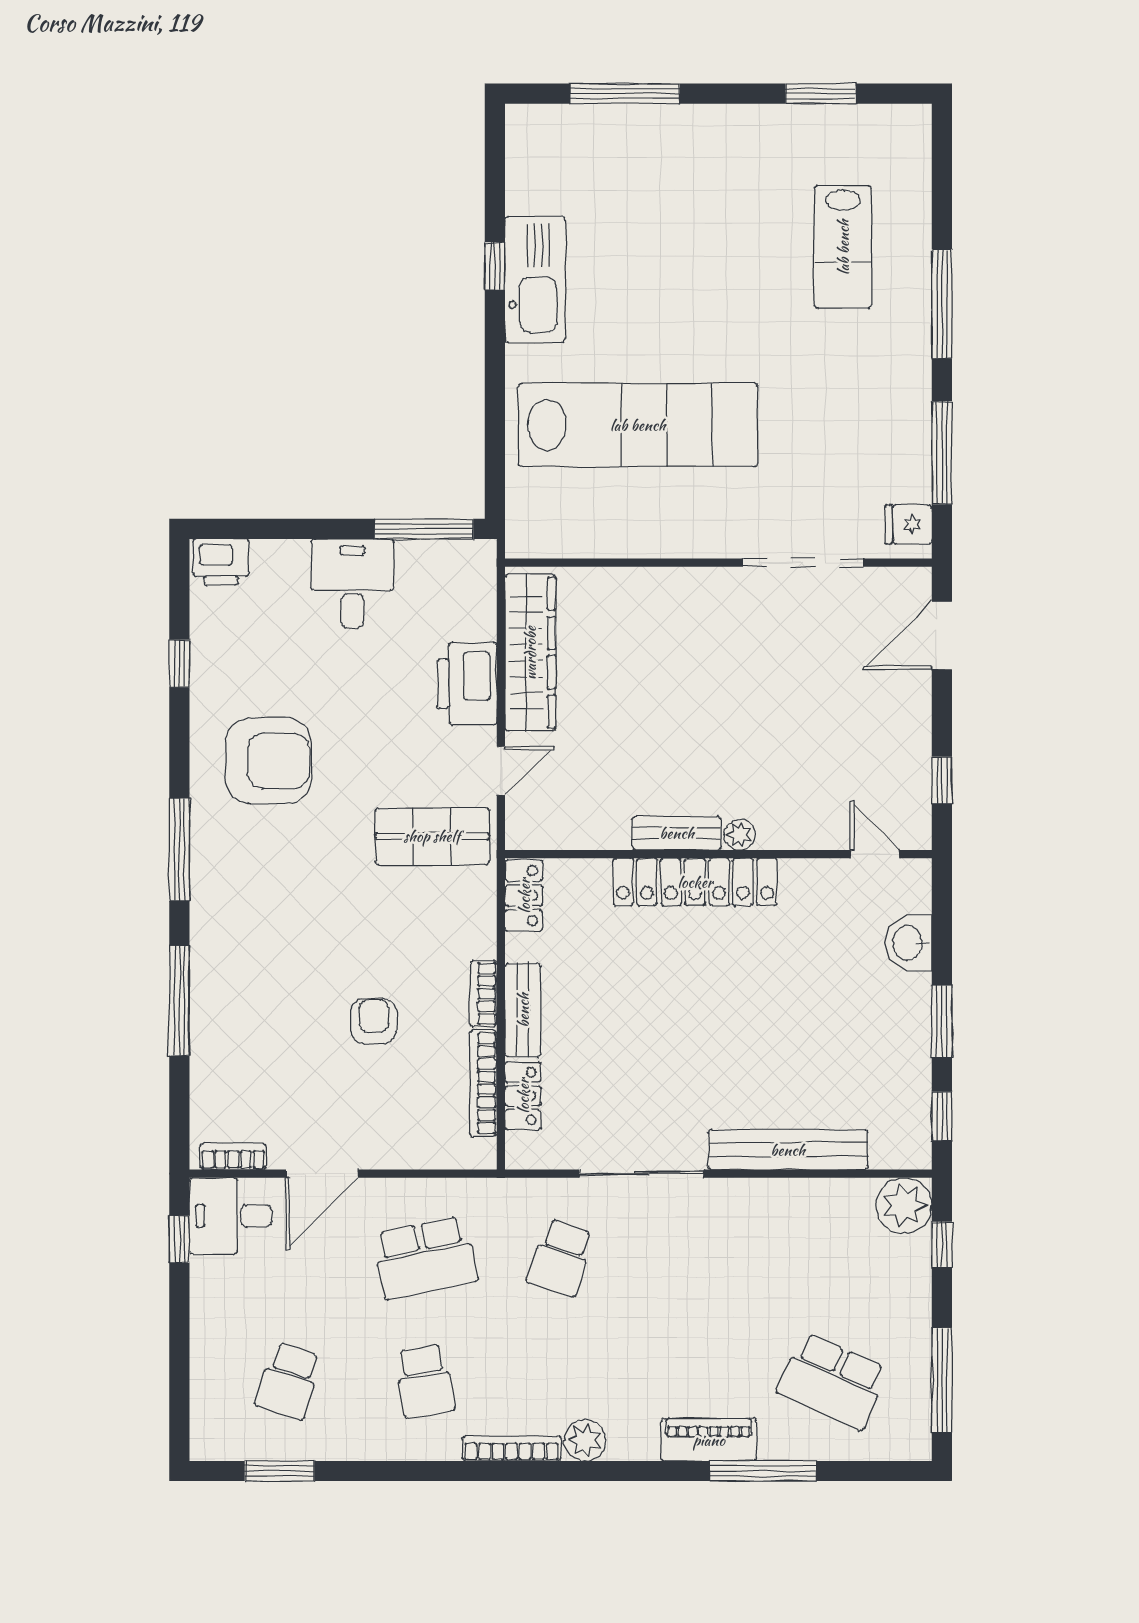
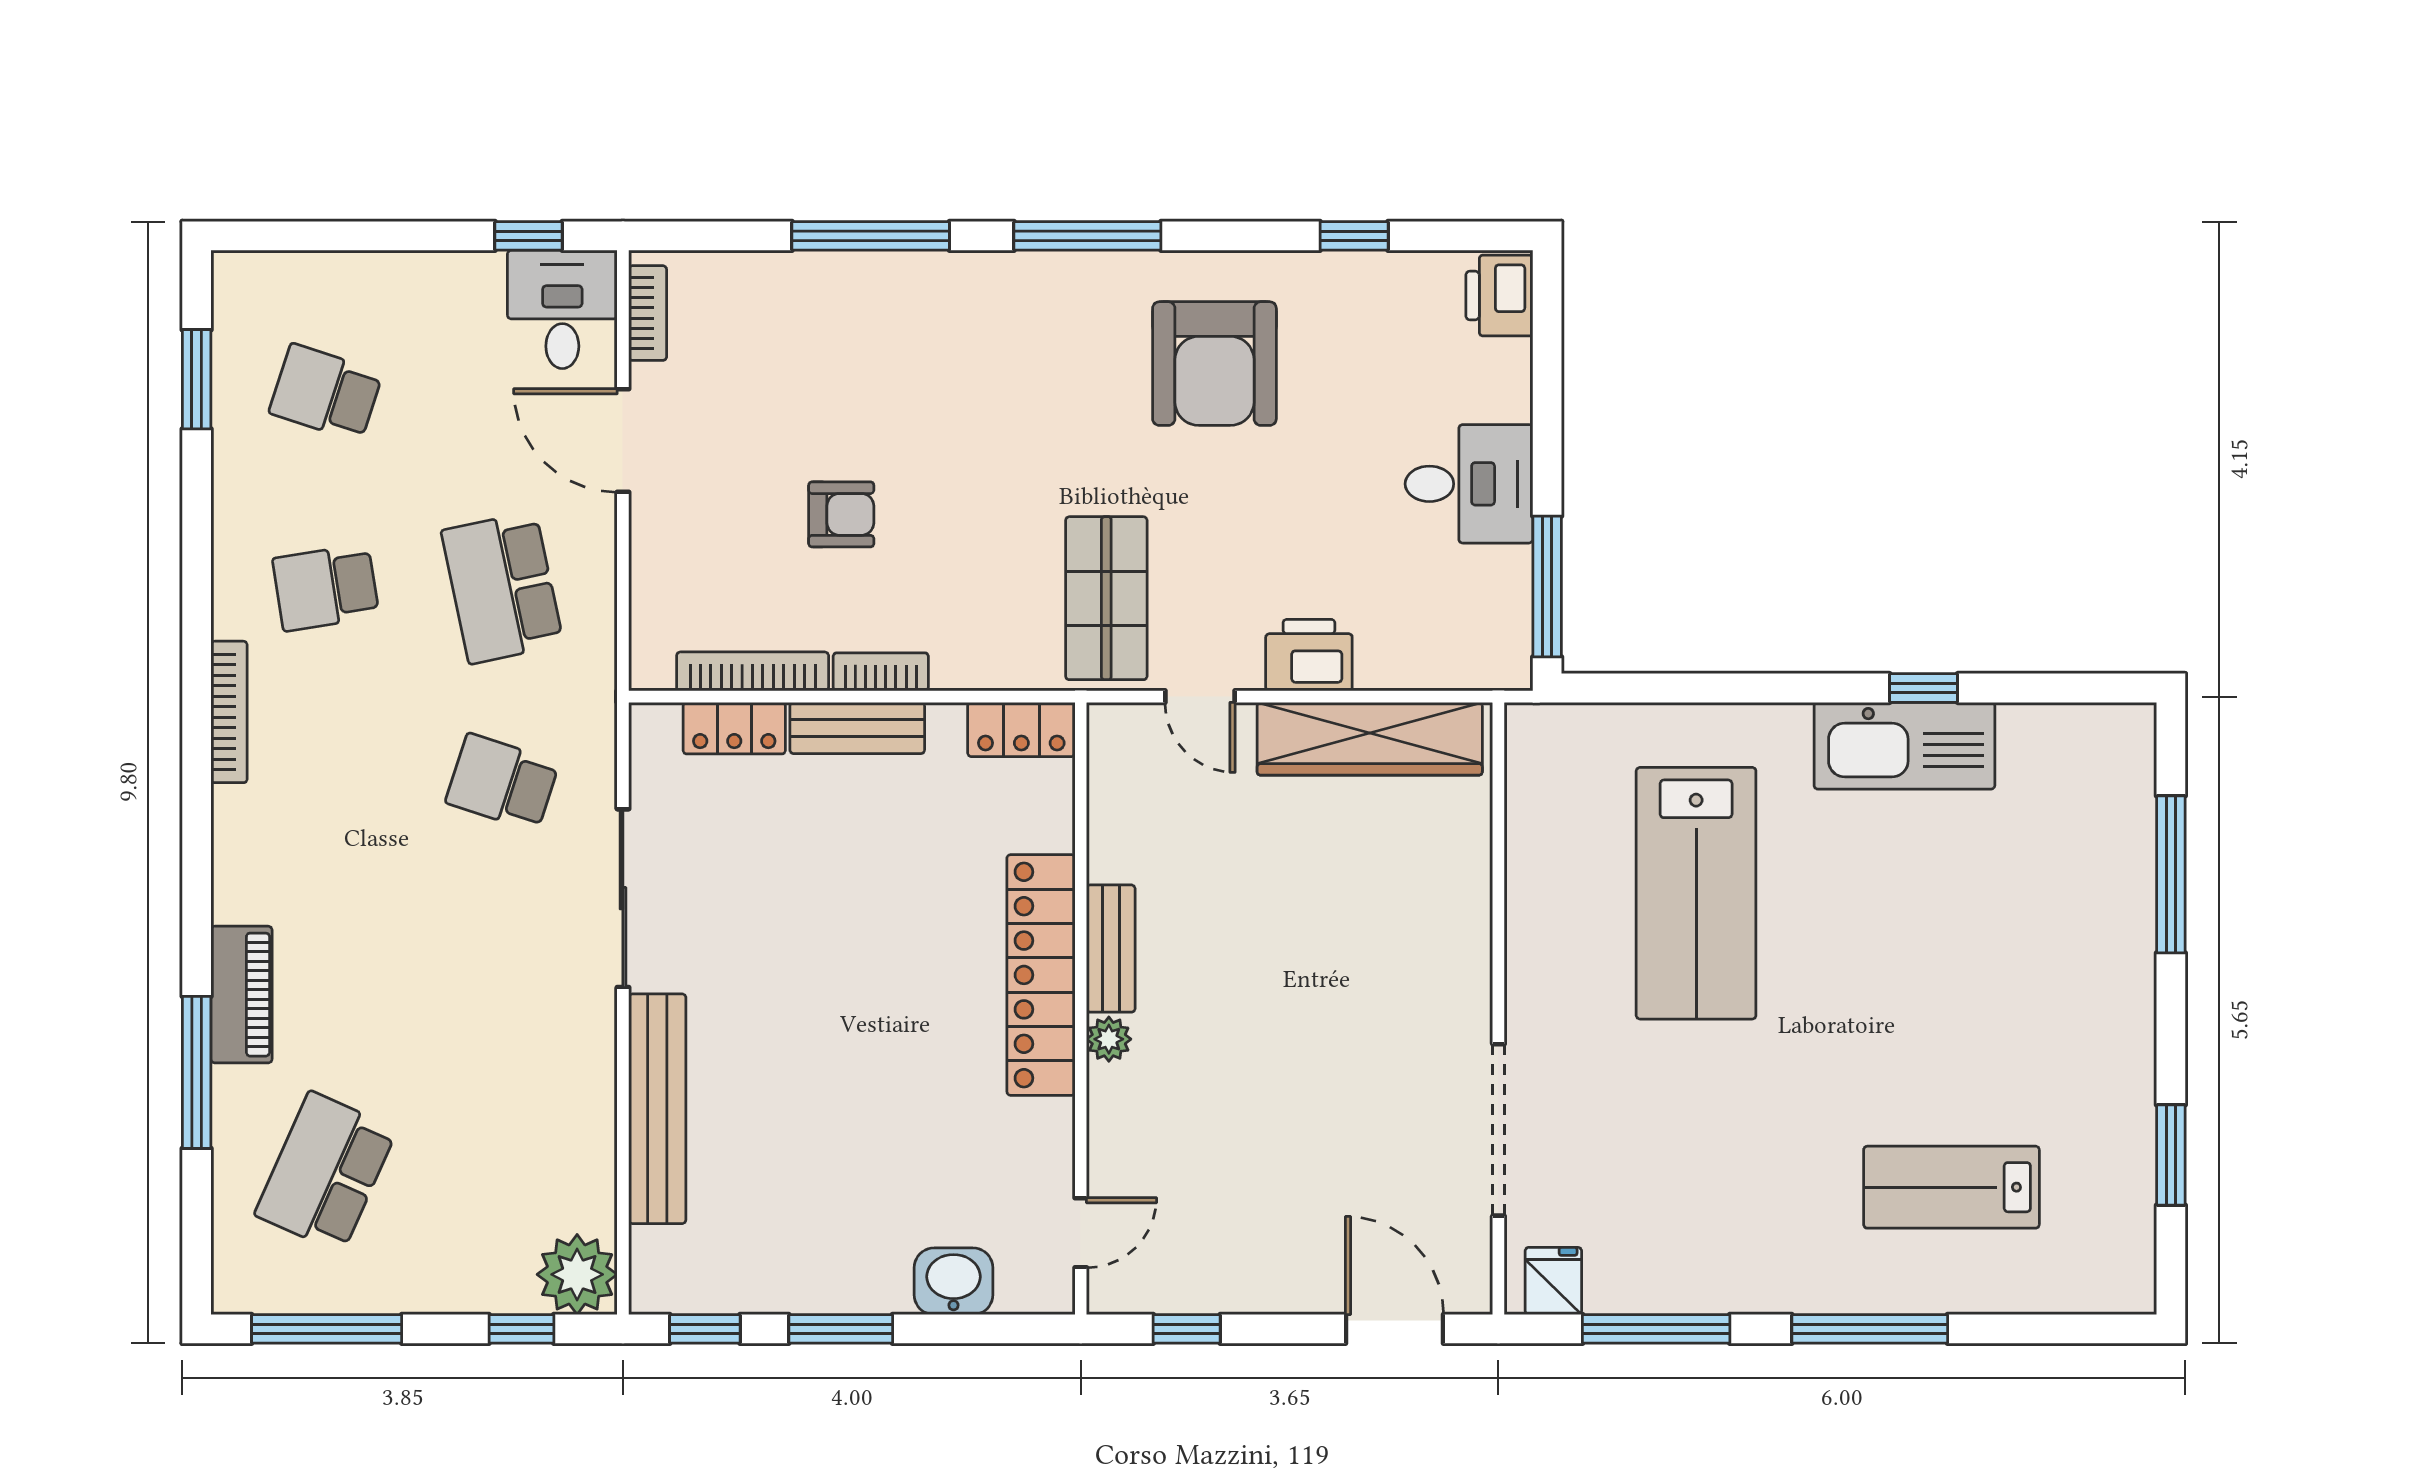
lab bench: (638, 425) -> (1696, 893), width x0.73
printer: (467, 684) -> (1309, 655), width x0.73, depth x0.84
plant: (585, 1440) -> (241, 817), removed

